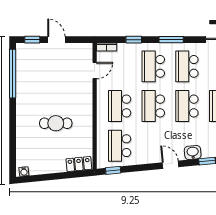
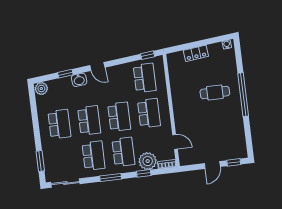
door: (56, 40) -> (212, 165), hinge flipped
plant: (128, 53) -> (148, 161), added
door: (95, 71) -> (175, 142), swing flipped
window: (13, 74) -> (243, 95), moved
cafe table: (56, 123) -> (215, 93), moved
locker: (79, 164) -> (196, 53), moved

